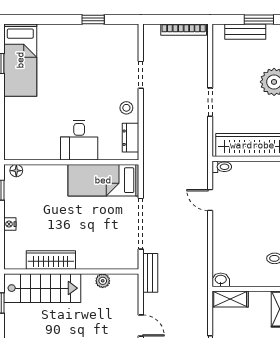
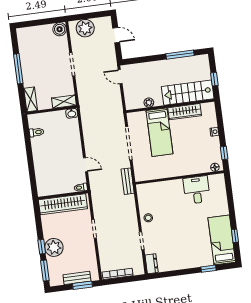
window: (93, 19) -> (209, 269), moved
window: (259, 19) -> (83, 285), moved
dresser: (130, 138) -> (152, 264), moved
desk: (79, 140) -> (197, 190), moved
bed: (103, 180) -> (160, 132), moved, turned 90
bench: (150, 273) -> (128, 181), moved

